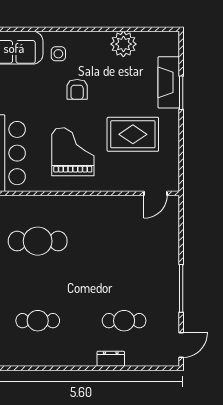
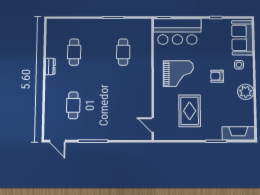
plant: (123, 44) -> (246, 92), moved
fireplace: (169, 82) -> (238, 133), moved
cafe table: (38, 241) -> (123, 52), width x0.73, depth x0.74
dresser: (111, 359) -> (50, 66), moved

